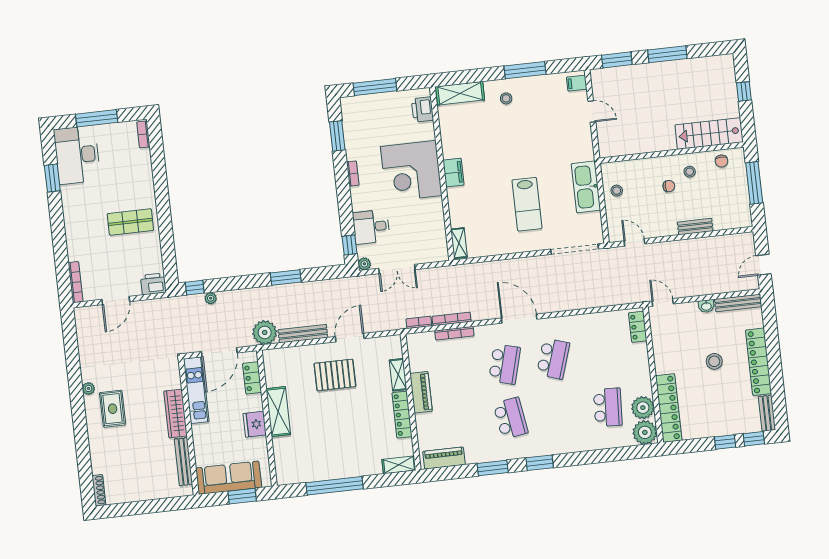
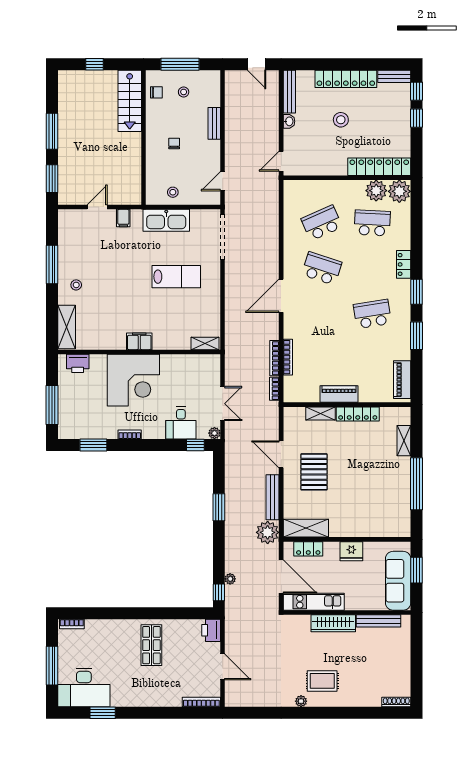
filing cabinet: (577, 83) -> (123, 218), moved
stool: (690, 172) -> (184, 92), moved
locker: (638, 327) -> (404, 264), moved, turned 90
school desk: (504, 364) -> (322, 223), moved, turned -39
shelving: (278, 412) -> (306, 528), moved
shelving: (399, 465) -> (404, 441), moved

